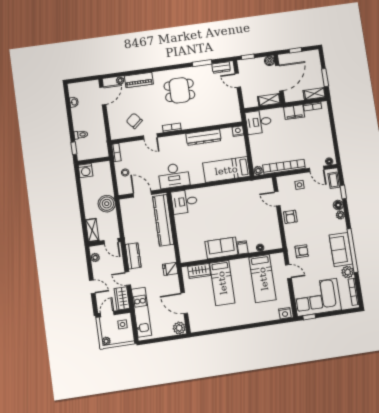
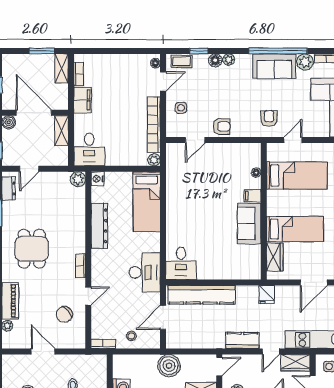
door: (103, 96) -> (43, 352), moved
plant: (235, 117) -> (78, 179), added

